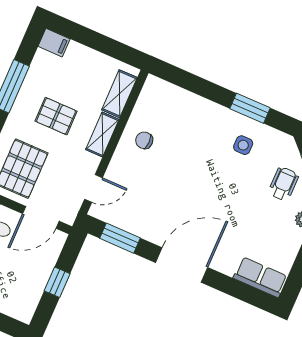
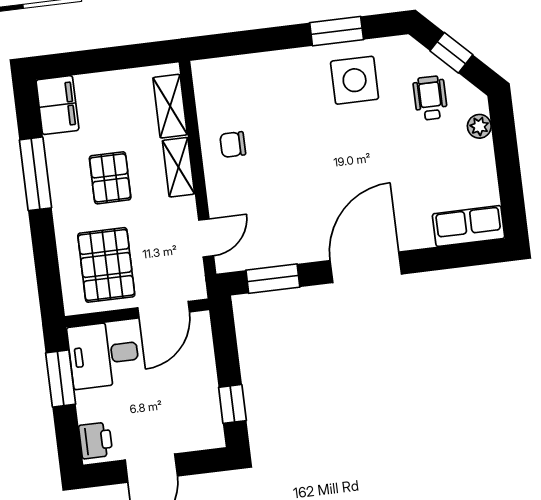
filing cabinet: (54, 43) -> (57, 105), width x2.00
pallet: (56, 116) -> (110, 178), turned 90
side table: (243, 145) -> (355, 80), width x1.87, depth x1.87
window: (57, 282) -> (232, 404), moved

